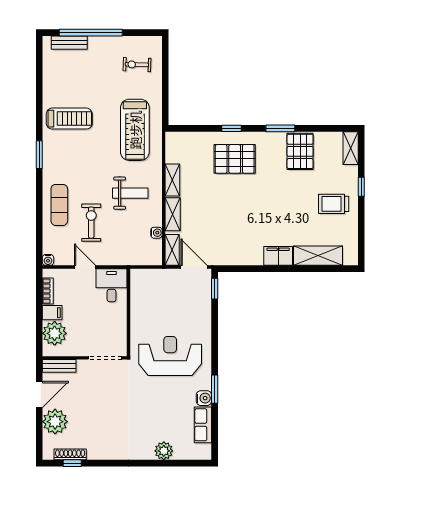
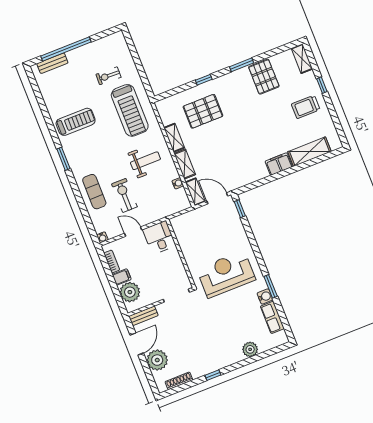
exercise bike: (137, 65) -> (108, 76), moved
pallet: (235, 159) -> (203, 111), moved
window: (72, 463) -> (213, 375), moved

